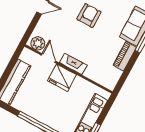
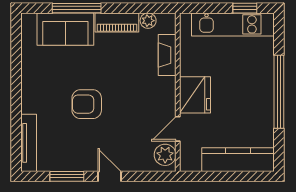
fireplace: (73, 64) -> (167, 55), moved
plant: (117, 74) -> (148, 21), added

